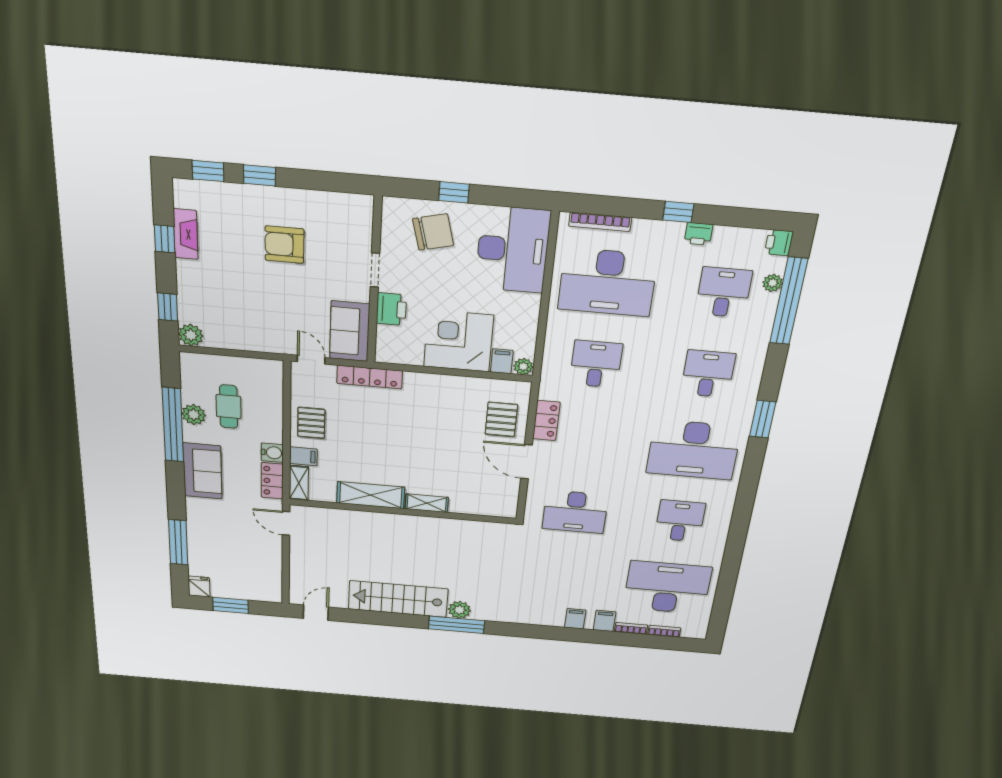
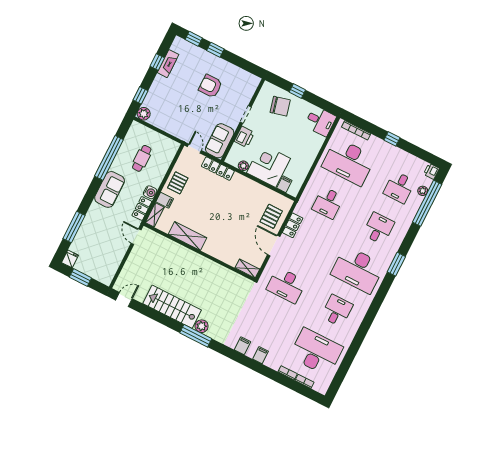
printer: (698, 234) -> (397, 153), removed
desk: (513, 250) -> (320, 121), width x0.53, depth x0.77
desk: (724, 292) -> (399, 187), turned 180
desk: (596, 364) -> (328, 203), turned 180
plant: (523, 367) -> (243, 166), moved
plant: (194, 415) -> (122, 156), removed
shelving: (427, 503) -> (247, 268), moved
filing cabinet: (605, 621) -> (242, 346), moved

